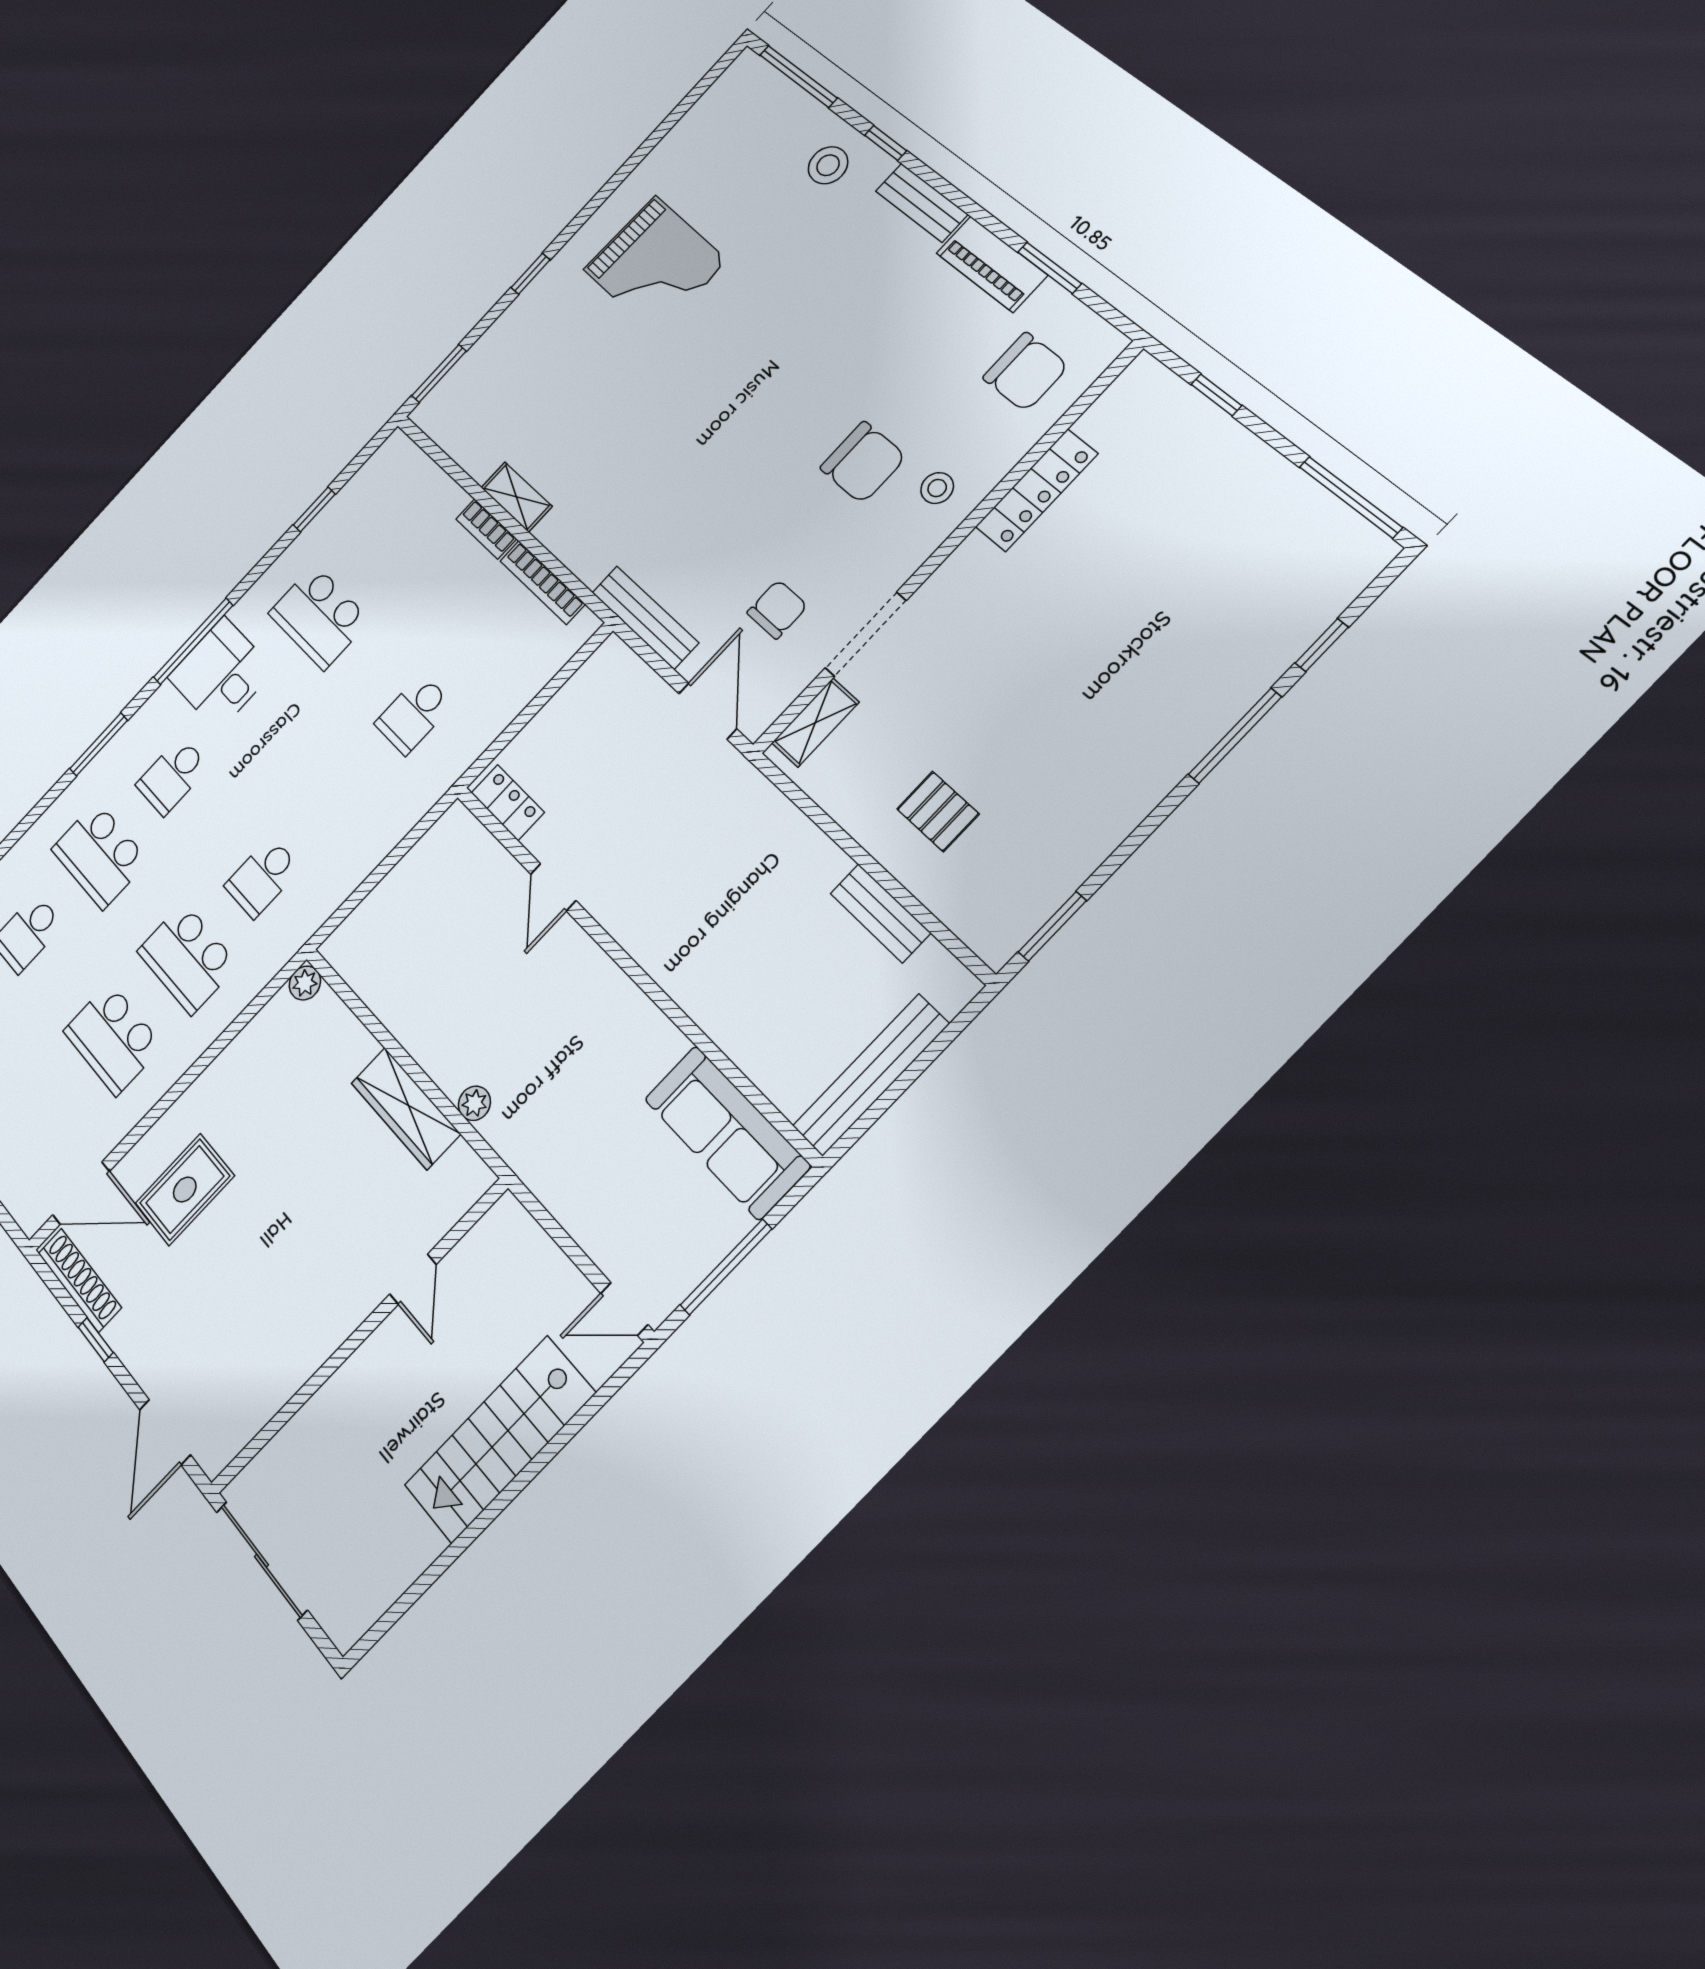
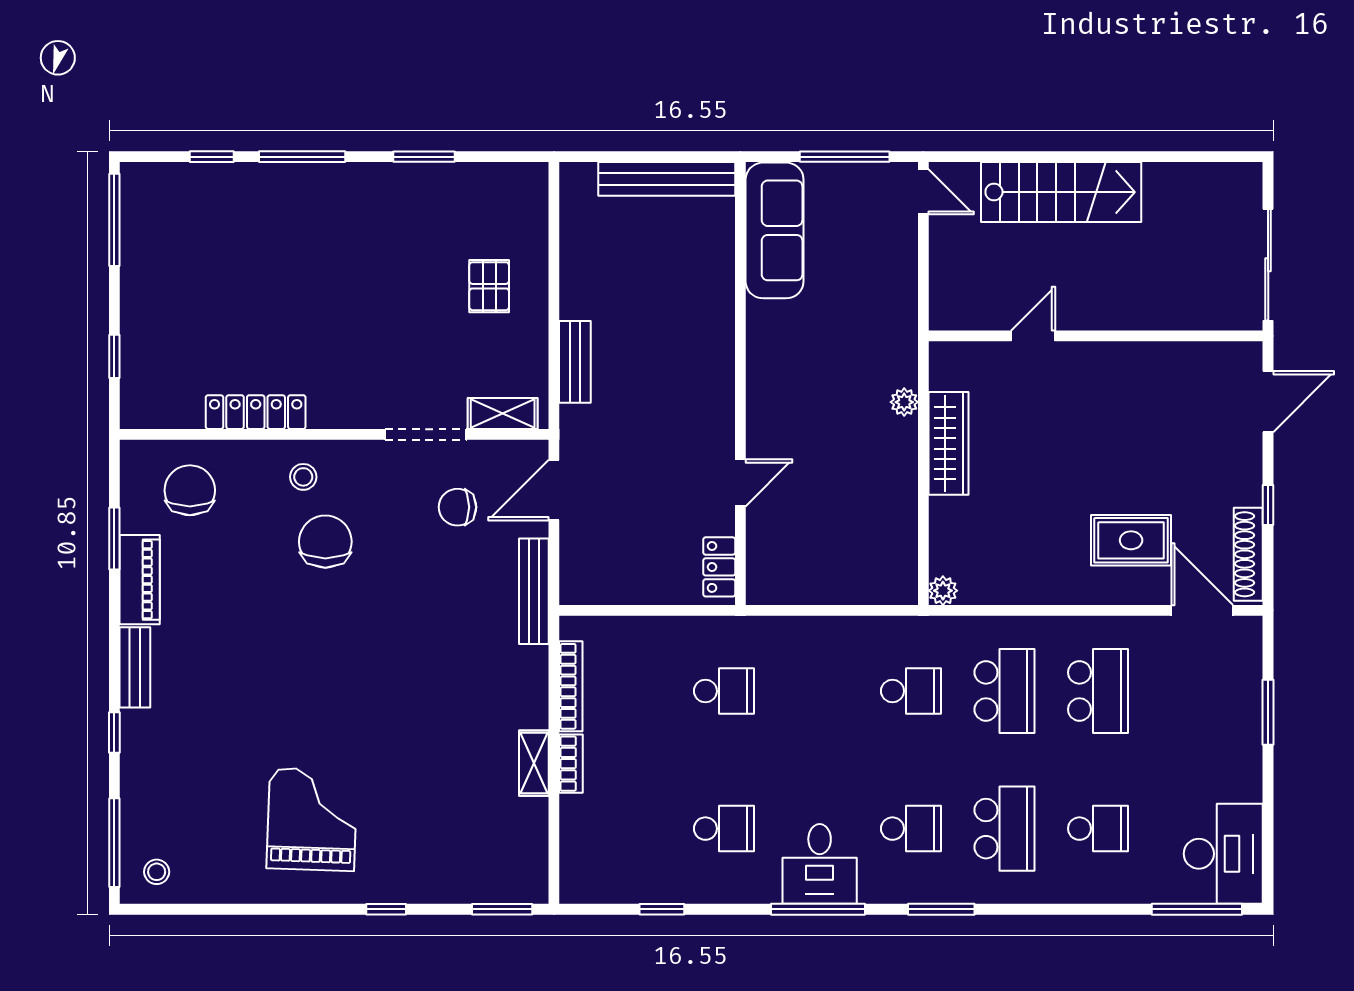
stool: (828, 165) -> (157, 872), moved, width x0.73, depth x0.73
school desk: (319, 617) -> (724, 829), width x0.54
bench: (880, 913) -> (575, 362), moved
window: (1052, 926) -> (424, 157), moved

